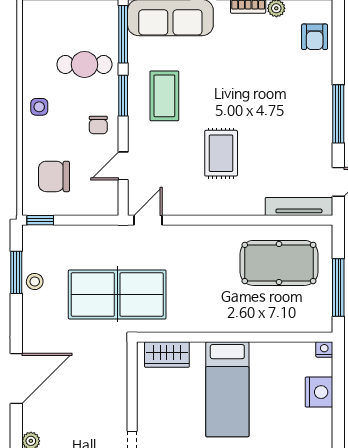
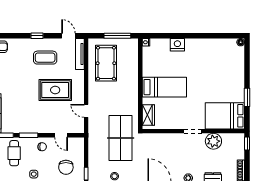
coffee table: (164, 96) -> (45, 58), moved
window: (338, 114) -> (37, 36), width x0.46
rug: (221, 153) -> (55, 90), width x1.36, depth x1.43
door: (148, 220) -> (86, 111), moved
nightstand: (319, 392) -> (177, 45), moved

